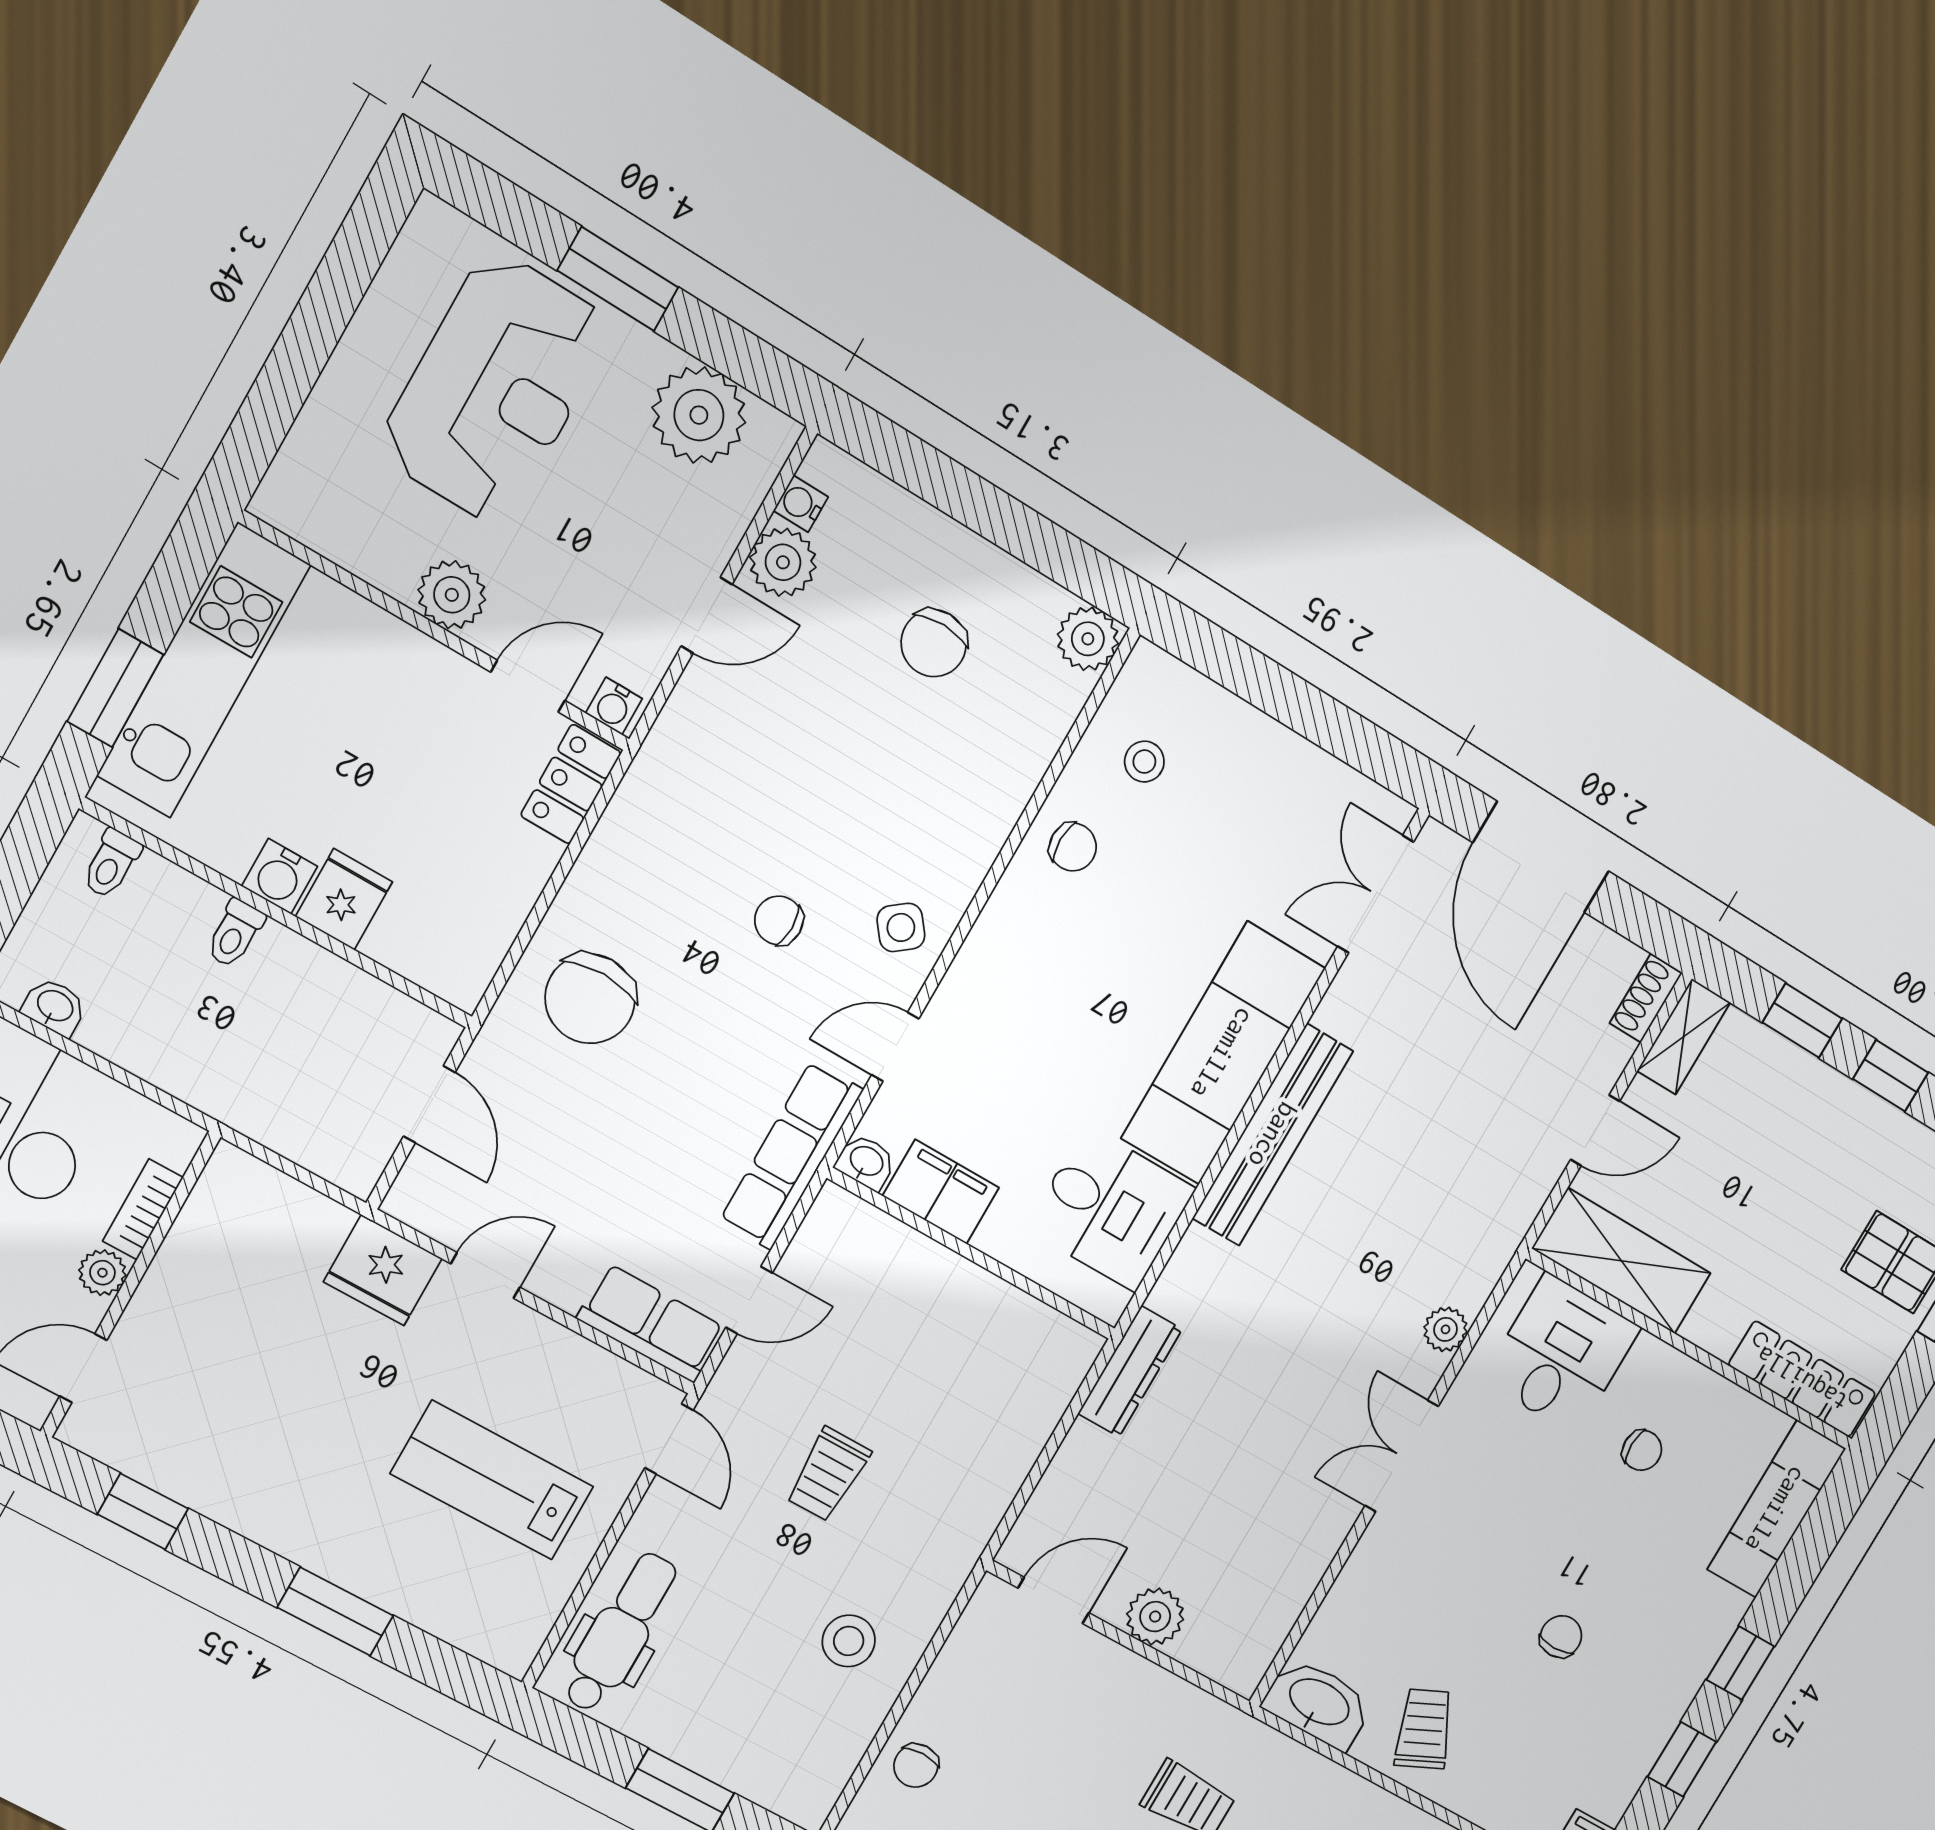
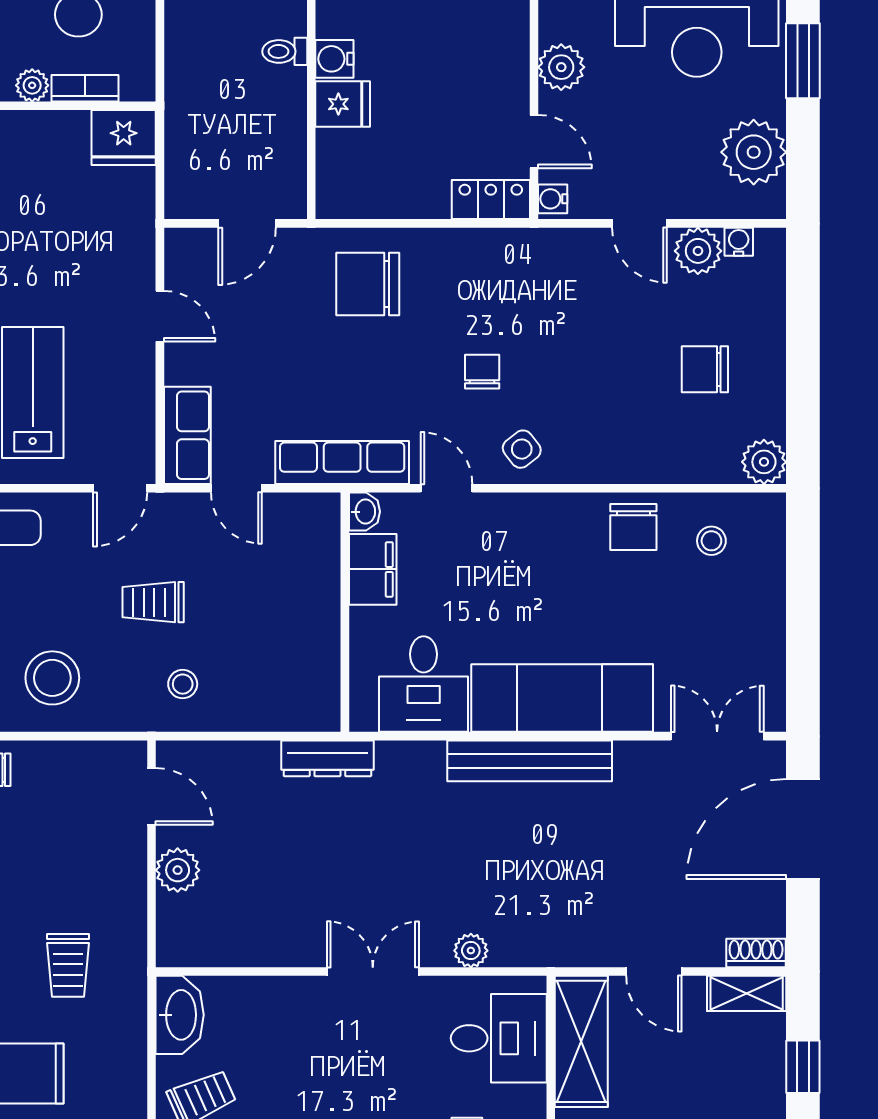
chair: (1073, 847) -> (633, 527), width x1.37, depth x1.37
fridge: (383, 1270) -> (124, 138), moved, turned -90
stool: (945, 1493) -> (183, 684), added
stool: (849, 1641) -> (52, 678), width x1.38, depth x1.38

